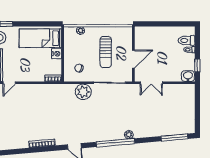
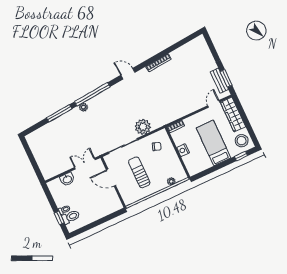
bed: (40, 38) -> (213, 143), moved, turned -90
door: (133, 59) -> (111, 178), hinge flipped
window: (197, 66) -> (59, 218), moved
washbasin: (188, 76) -> (67, 179), moved
window: (174, 137) -> (59, 113), moved

